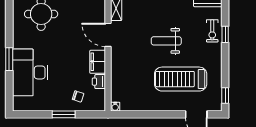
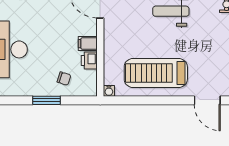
filing cabinet: (98, 62) -> (88, 44), width x0.50
treadmill: (181, 79) -> (156, 73), moved

